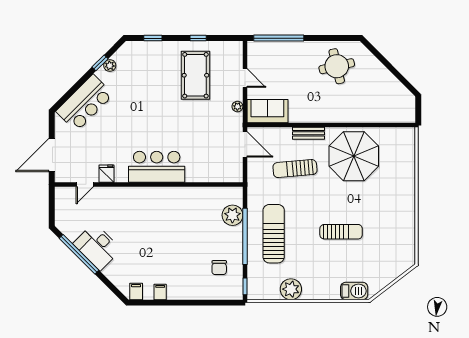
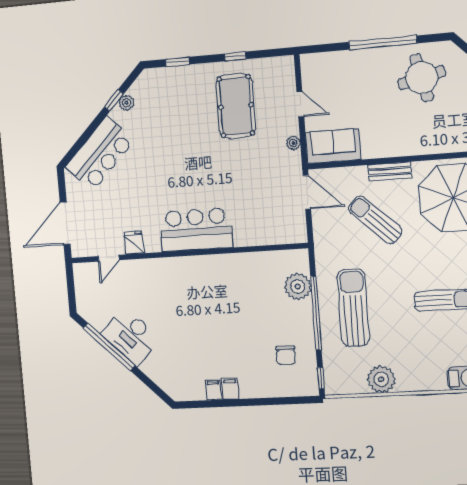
window: (279, 38) -> (383, 43), moved
sun lounger: (295, 169) -> (375, 220), turned 48
filing cabinet: (136, 291) -> (230, 389), moved

